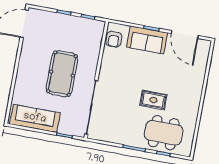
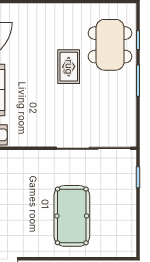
pool table: (62, 74) -> (72, 216), moved, turned 90
sofa: (35, 118) -> (123, 221), removed

